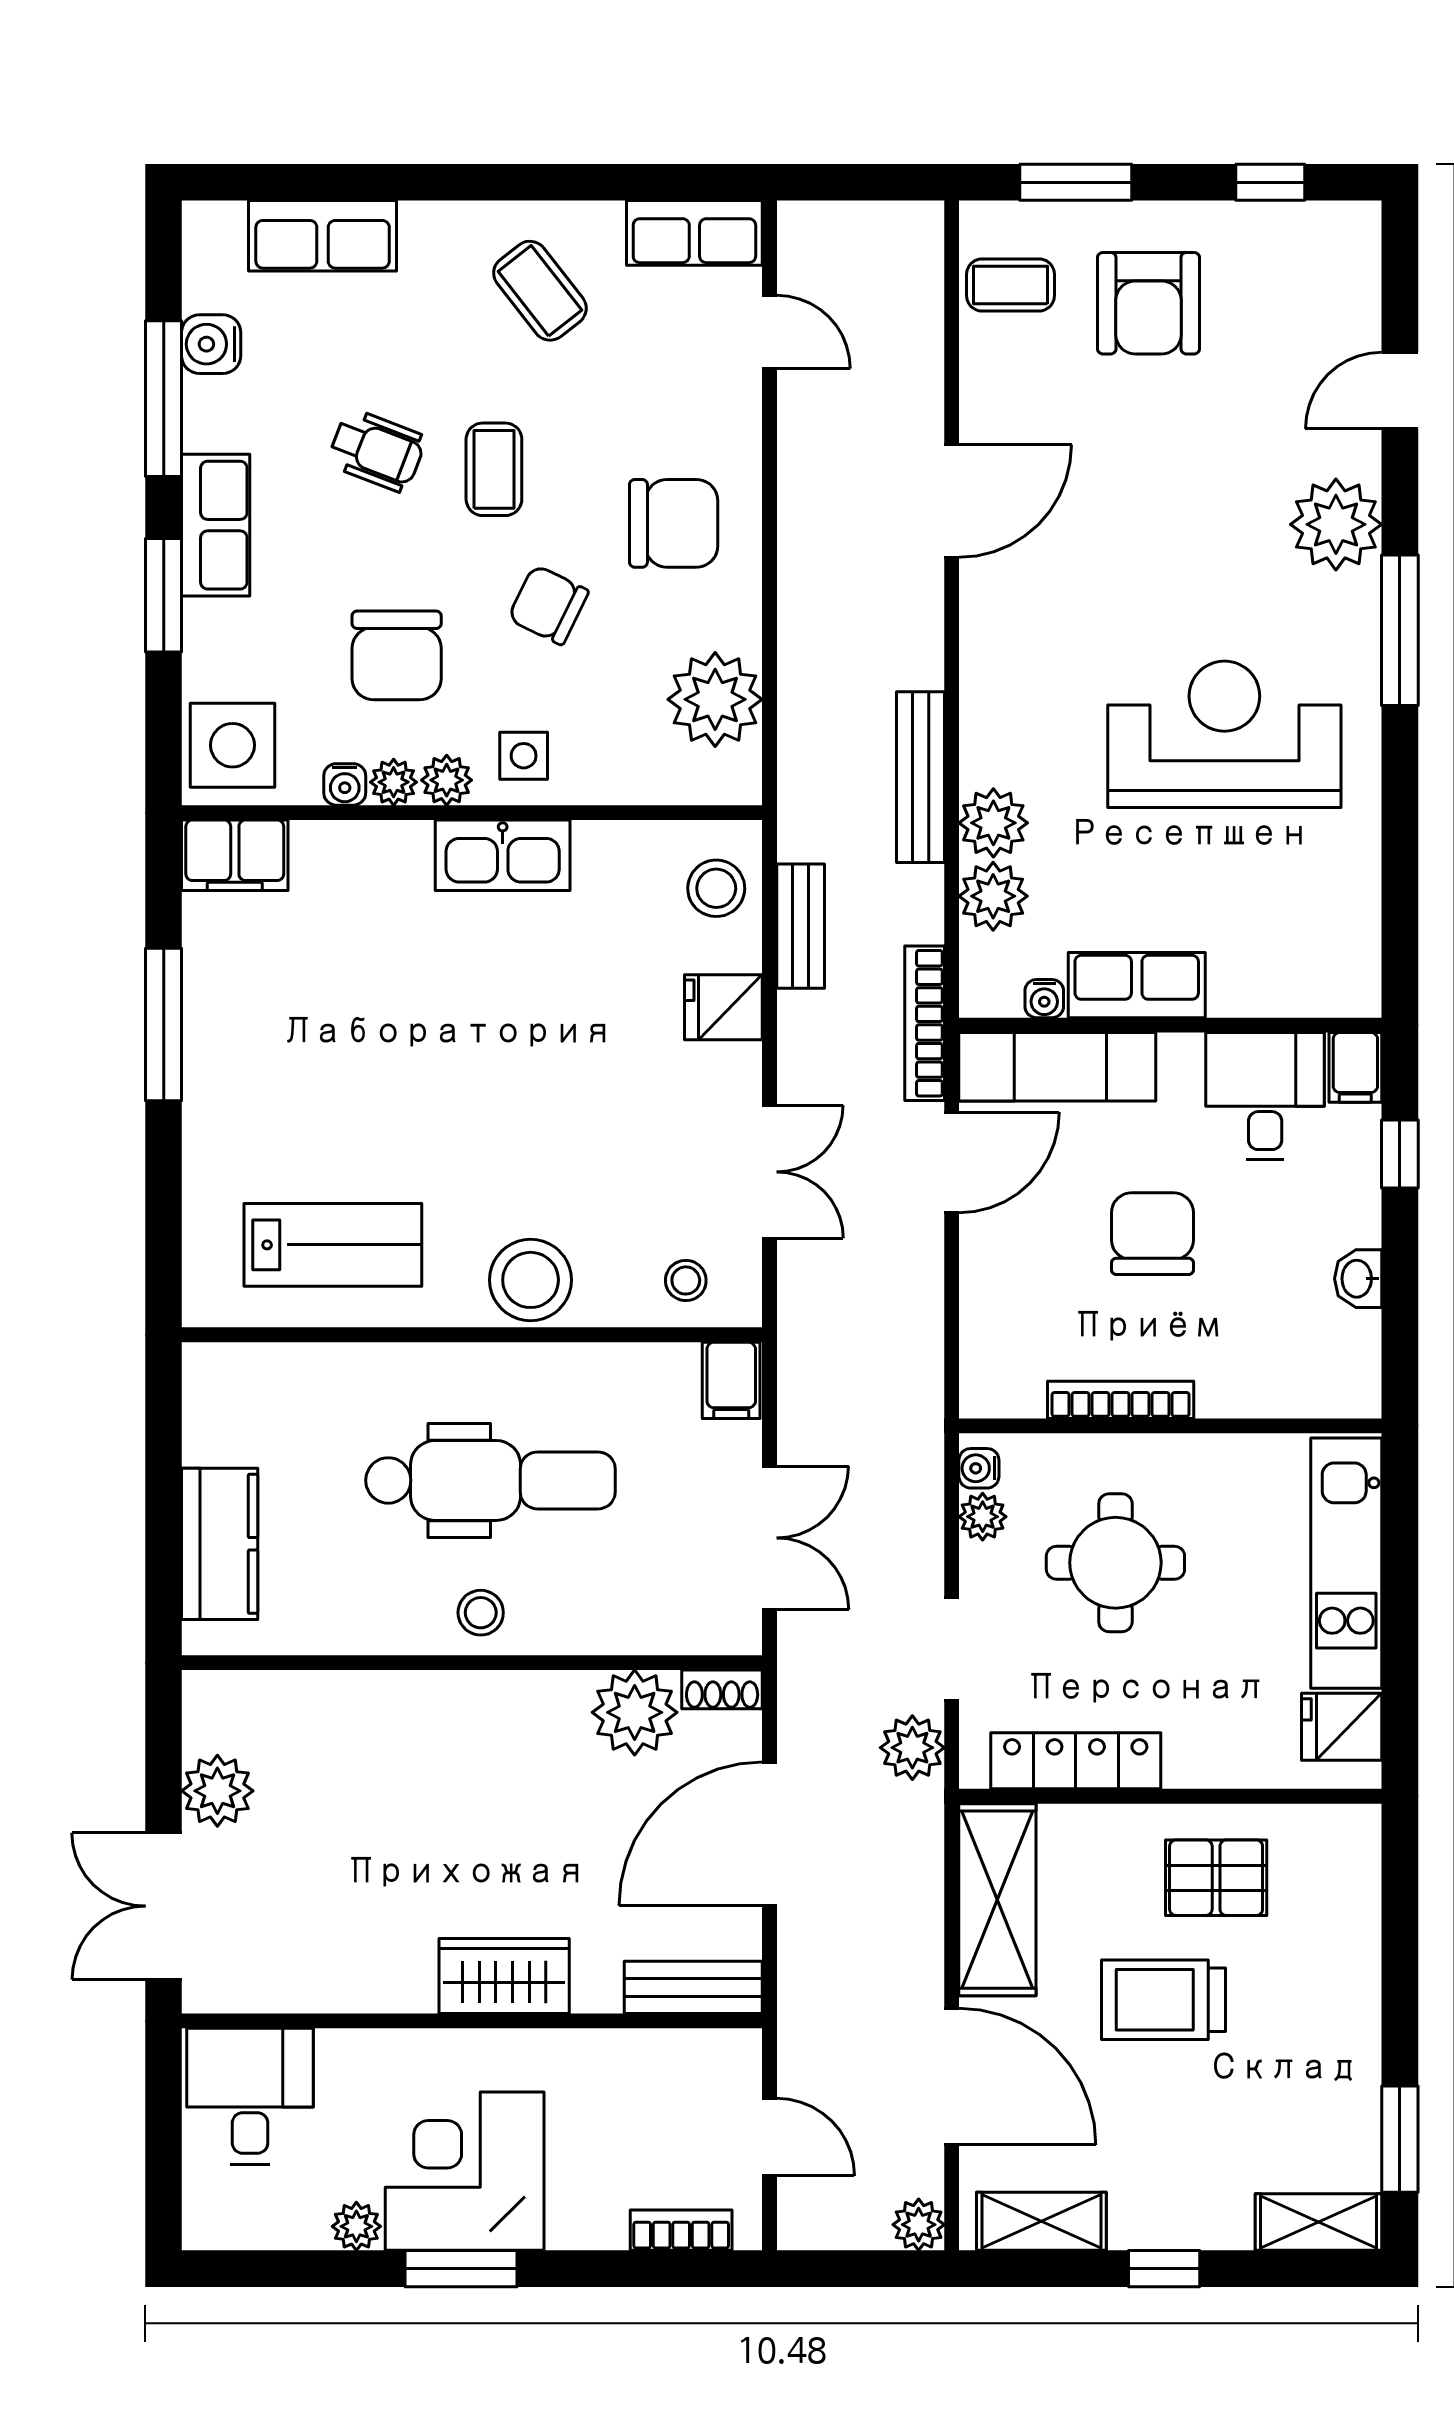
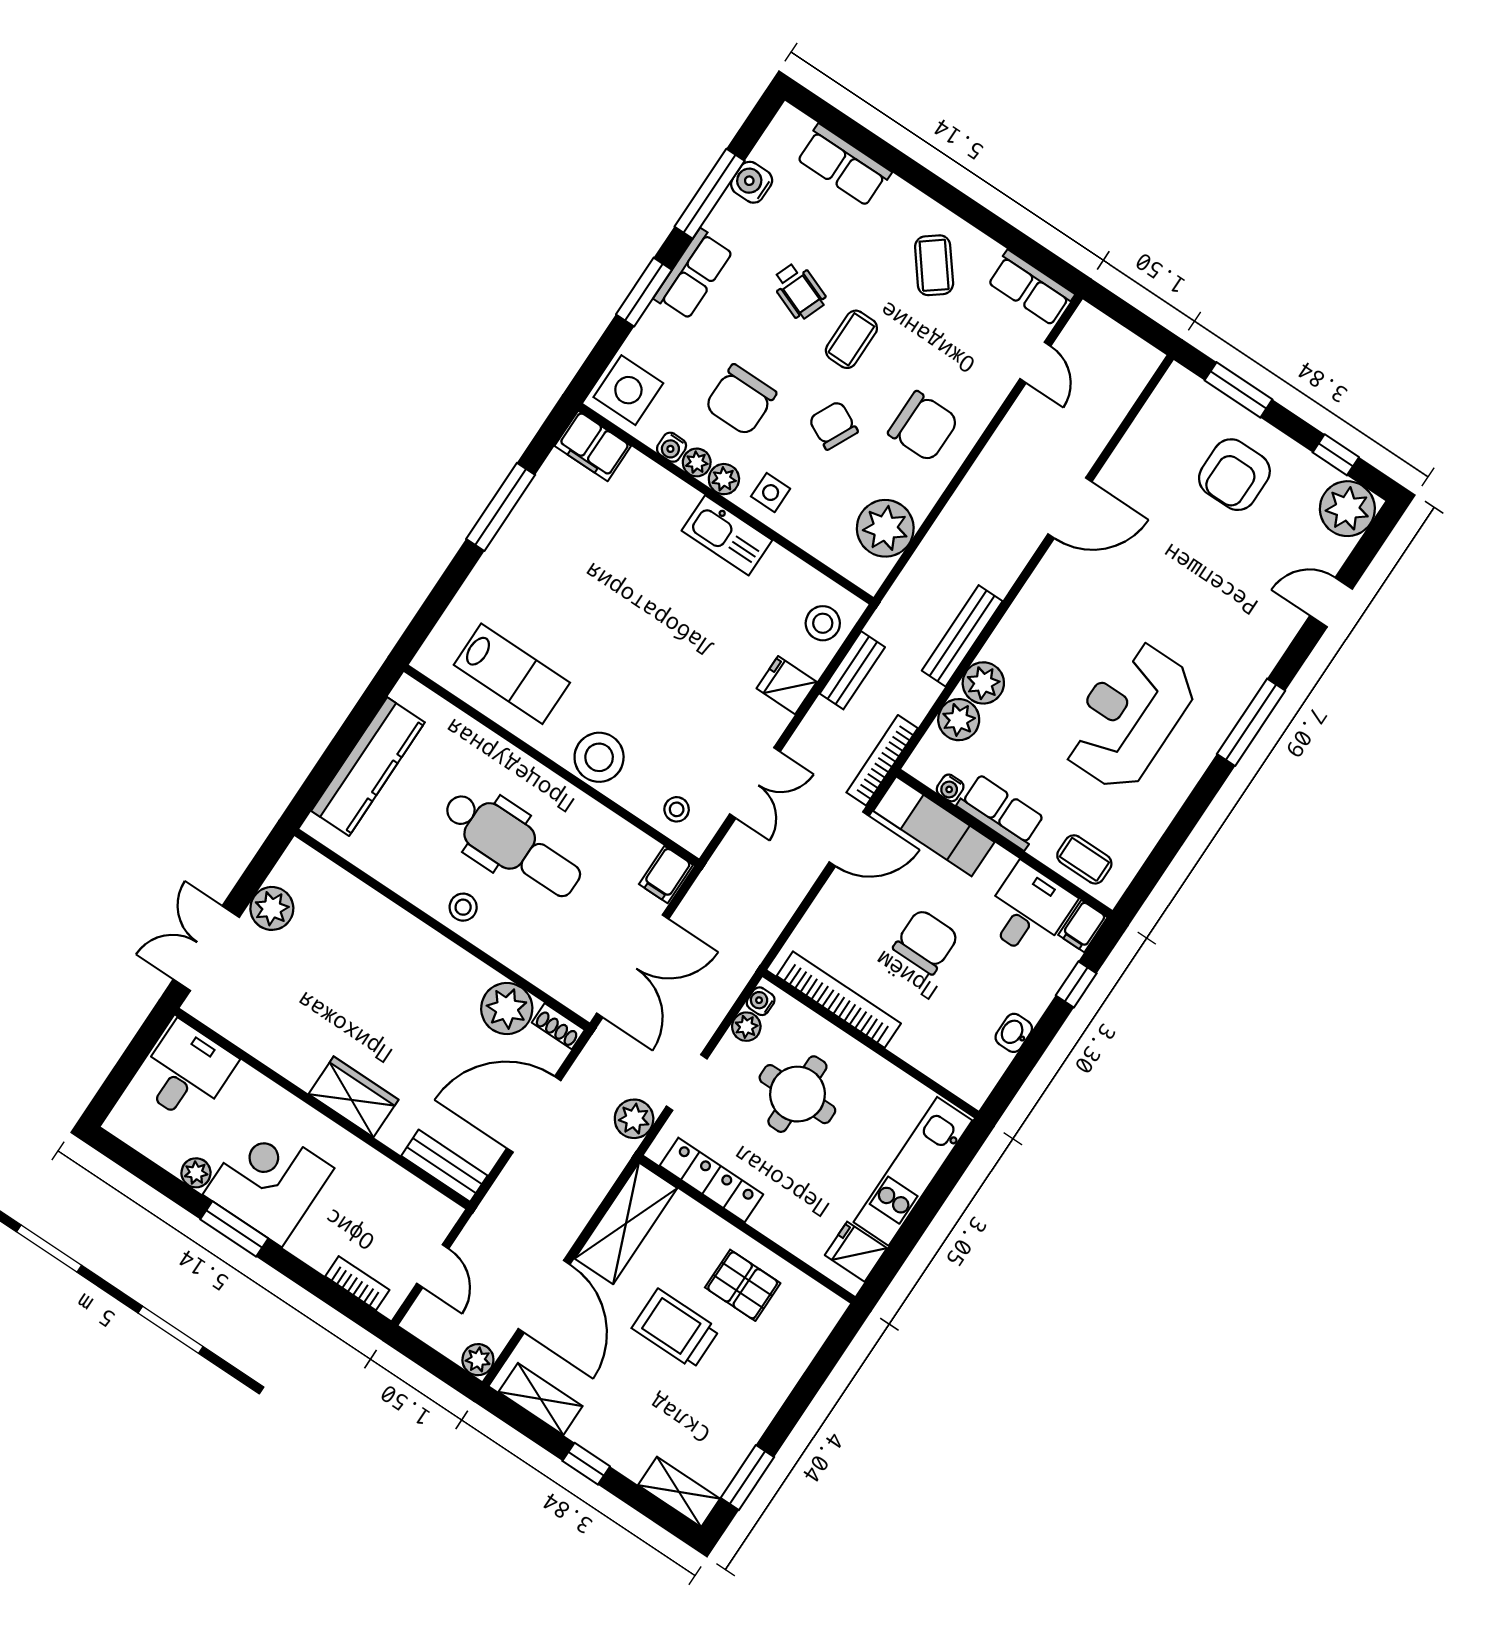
coffee table: (1010, 285) -> (1084, 859), moved
plant: (1336, 524) -> (1347, 509), moved
reception desk: (1224, 734) -> (1129, 716), turned -90
bookcase: (1121, 1400) -> (839, 1000), width x1.48, depth x1.31
double door: (770, 1538) -> (633, 966), width x1.37
kitchen counter: (220, 1544) -> (368, 767), width x1.50

